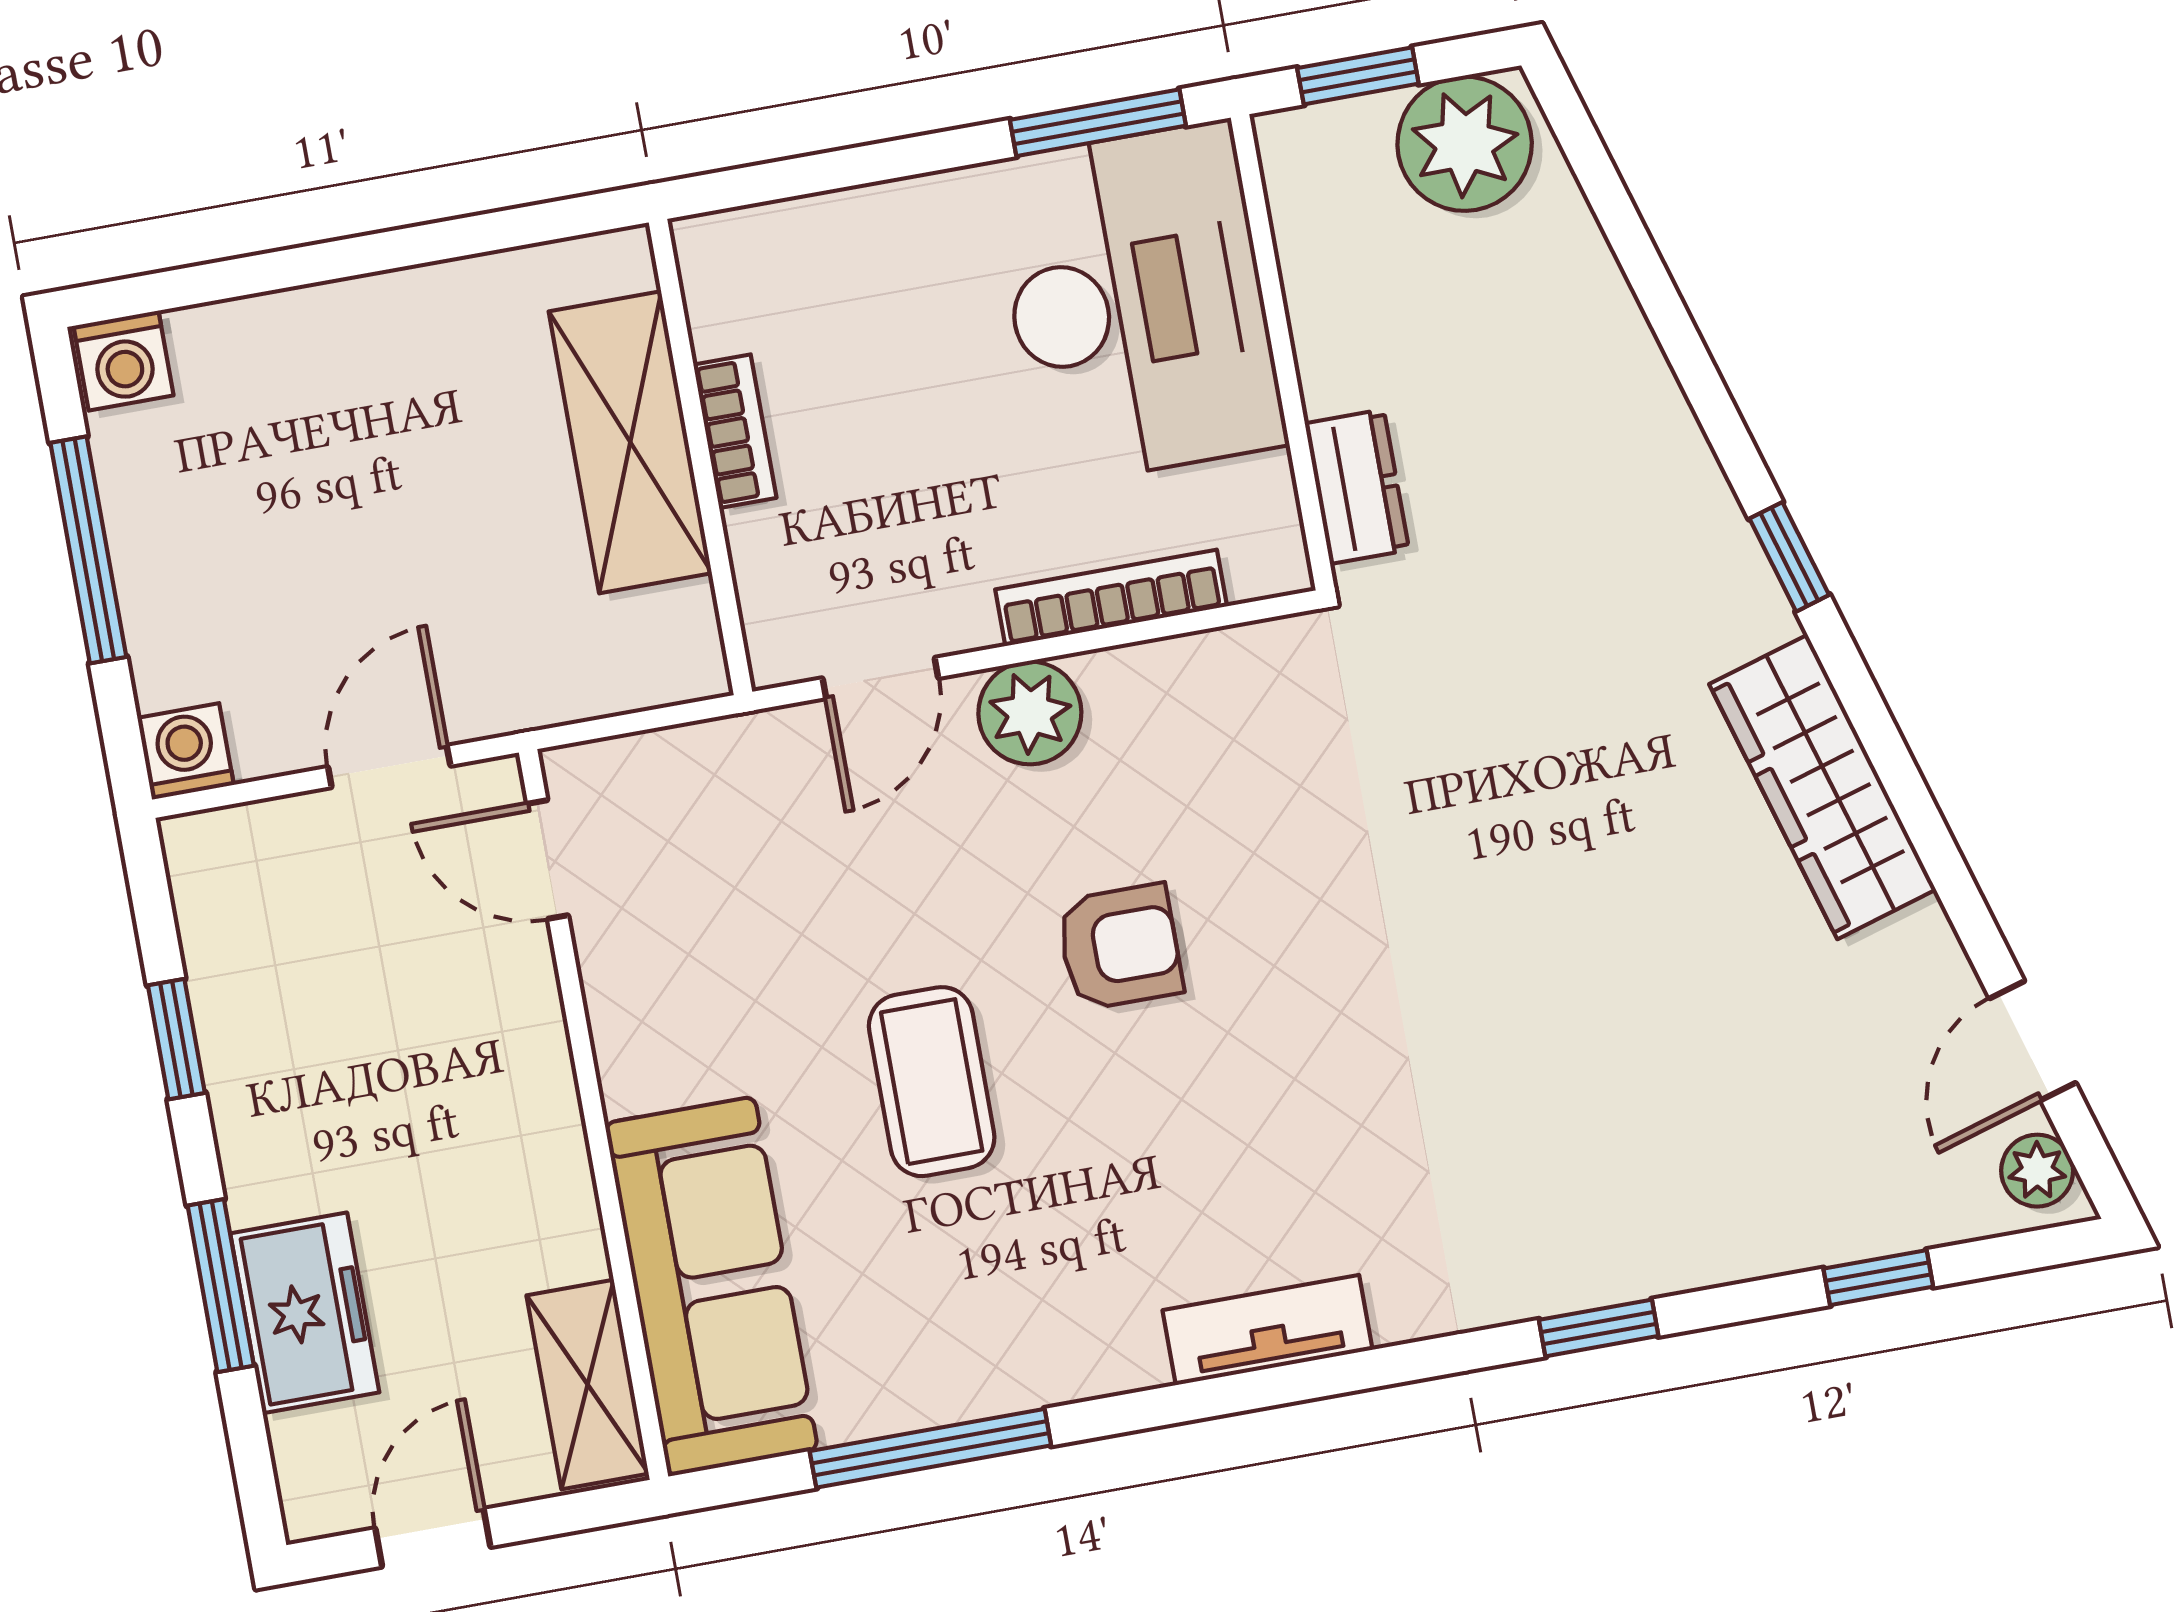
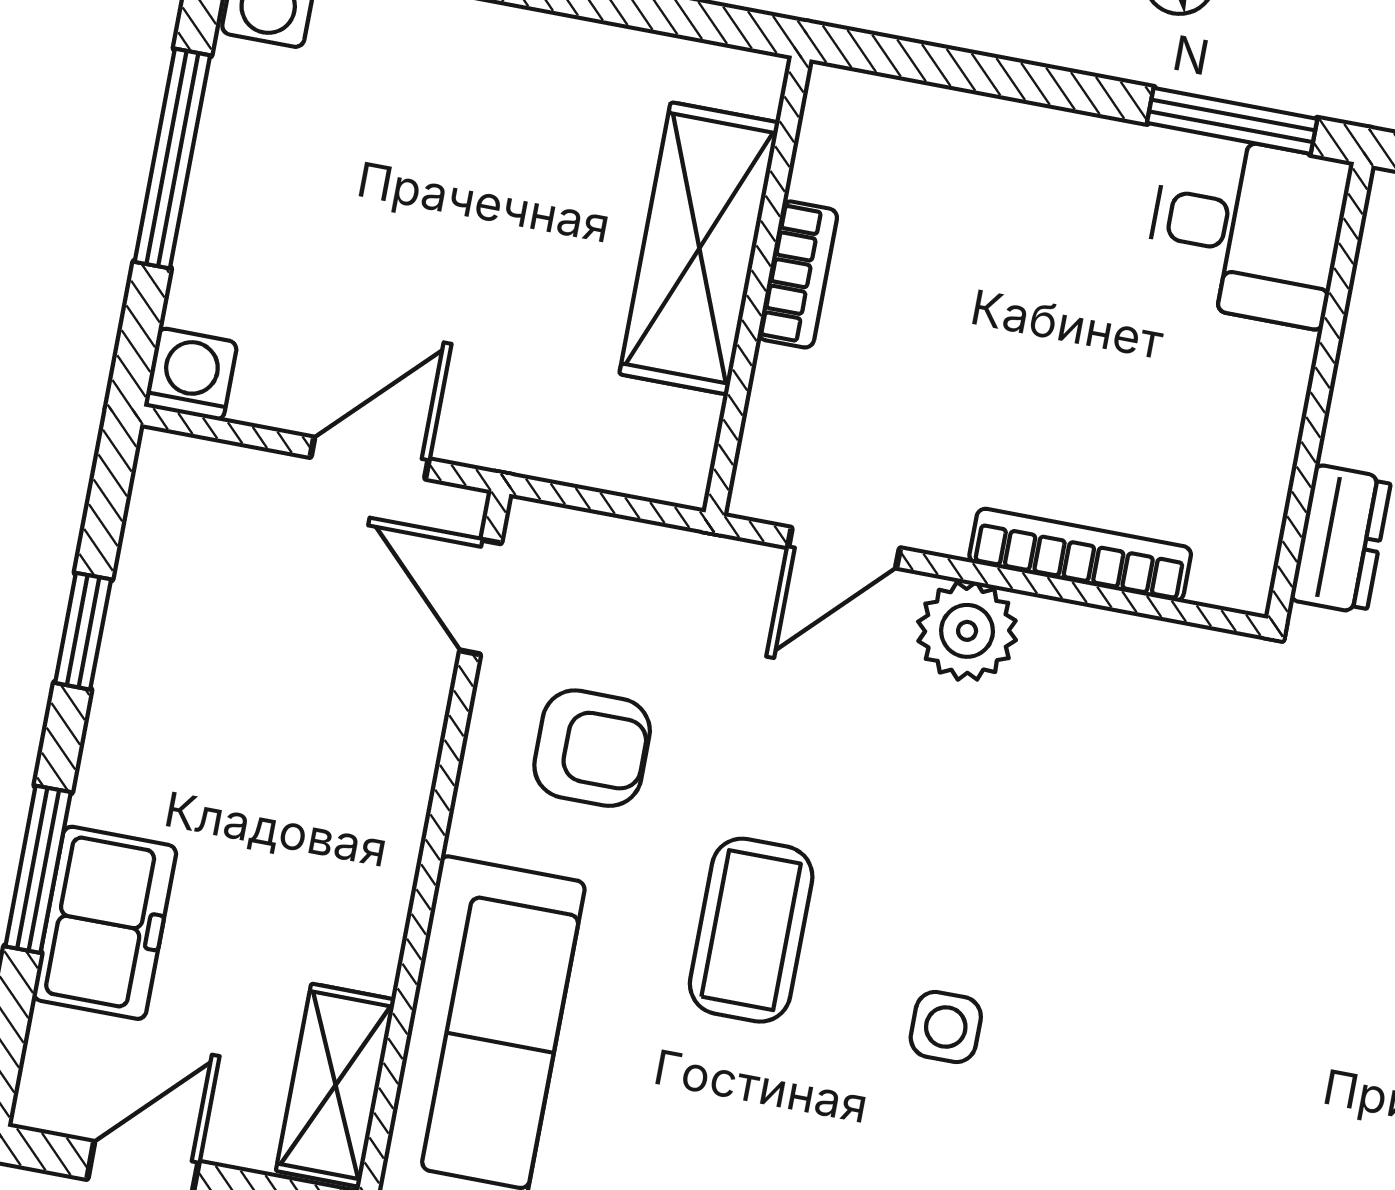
desk: (1138, 303) -> (1247, 229), width x0.53, depth x0.77
armchair: (1120, 947) -> (592, 748), moved
side table: (1155, 1103) -> (946, 1027), added

